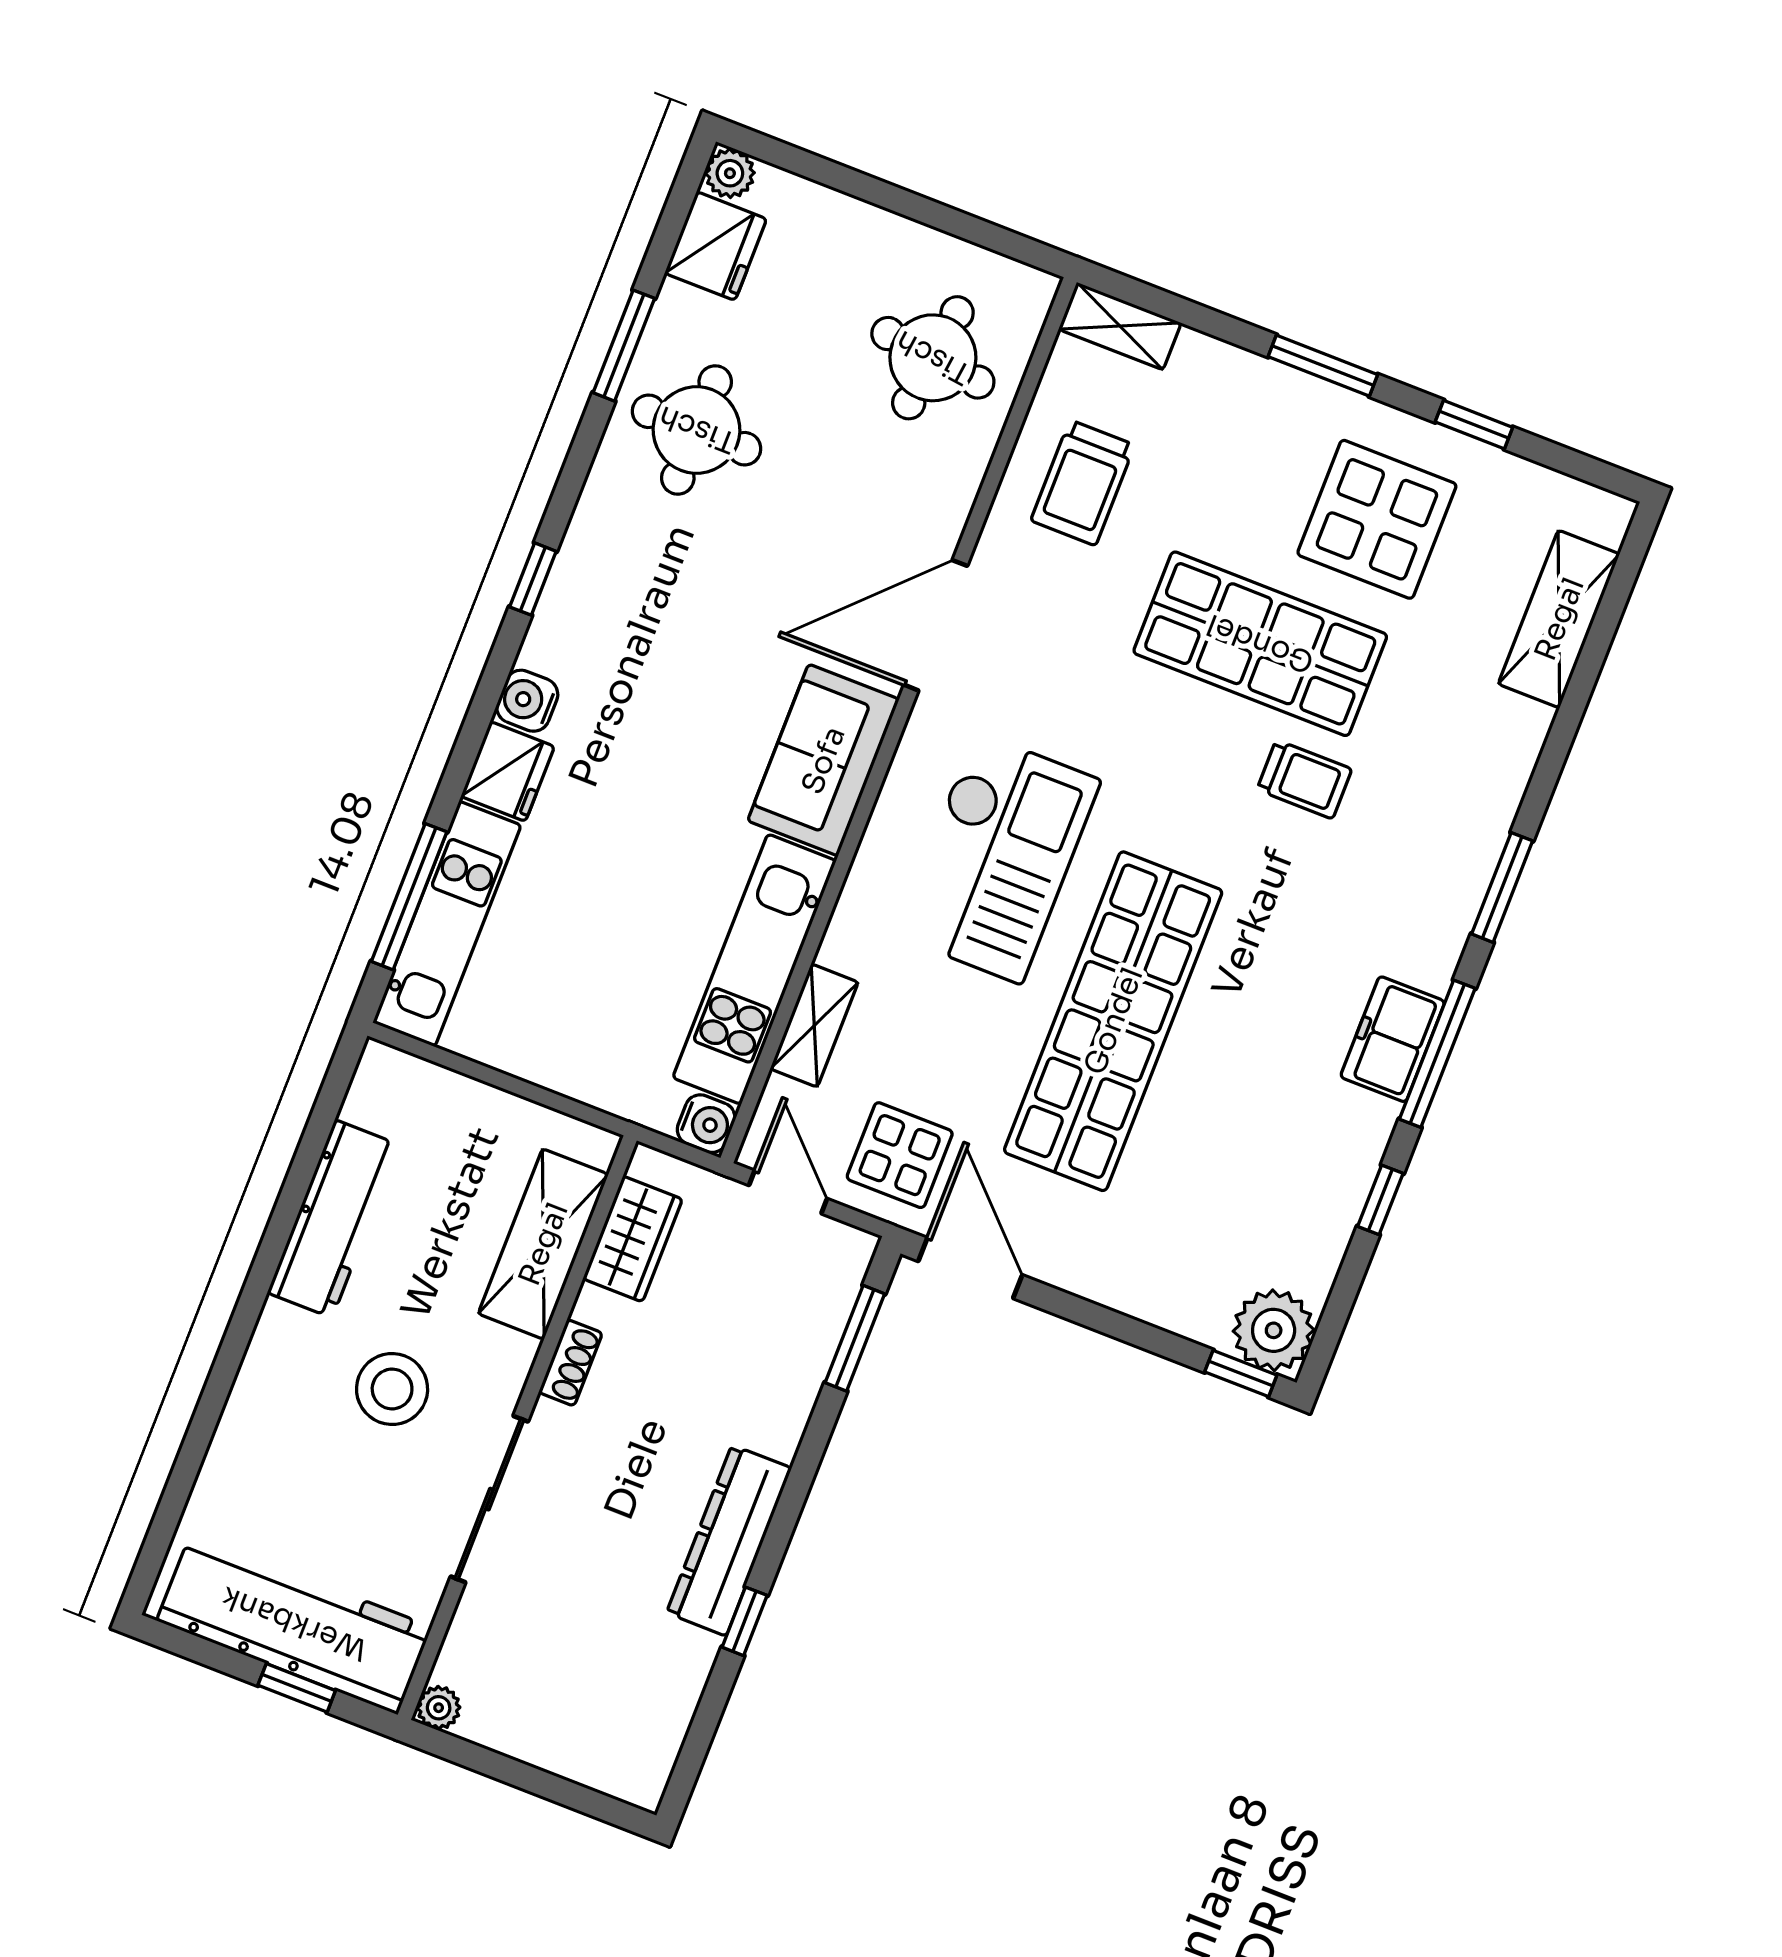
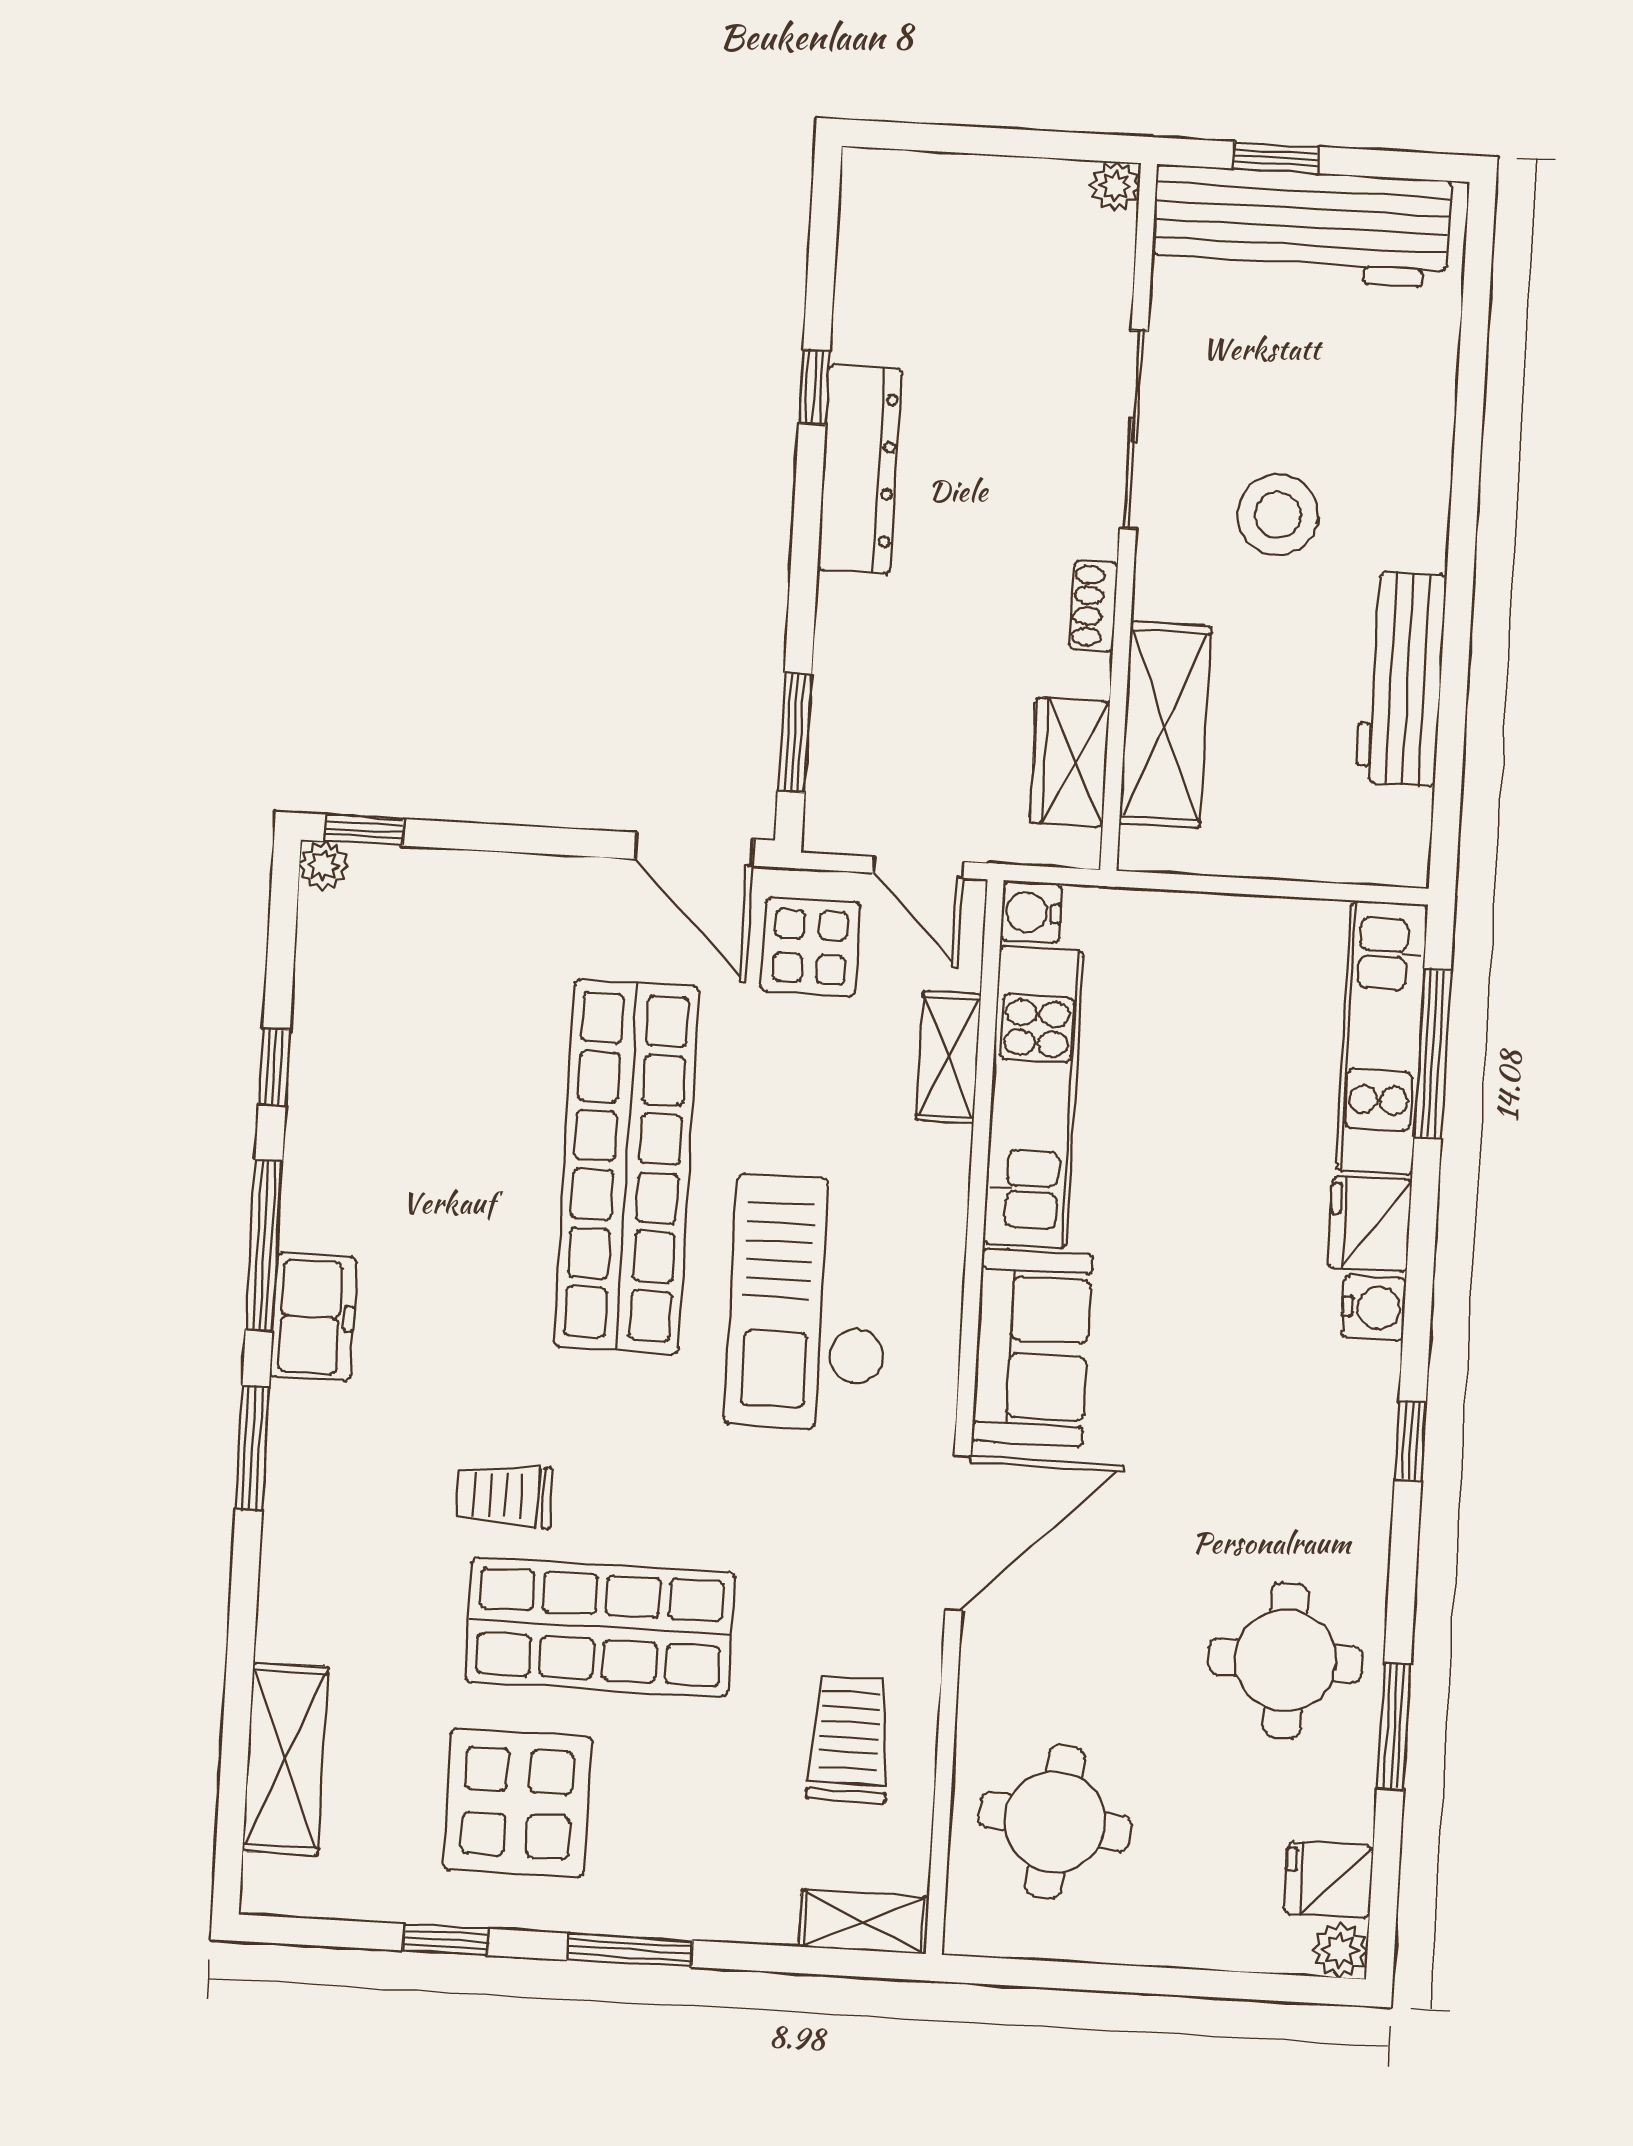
fridge: (716, 246) -> (1329, 1880), width x0.72
freezer: (1393, 1039) -> (313, 1317), moved
plant: (1274, 1330) -> (324, 866), width x0.53, depth x0.53

